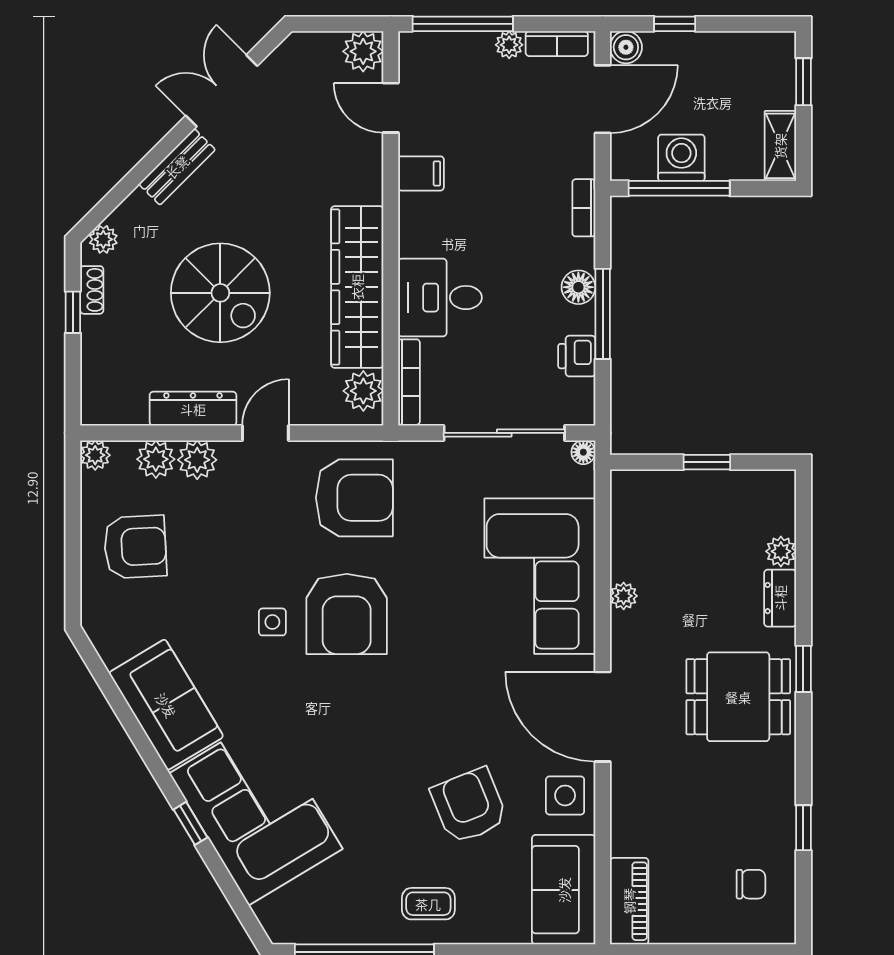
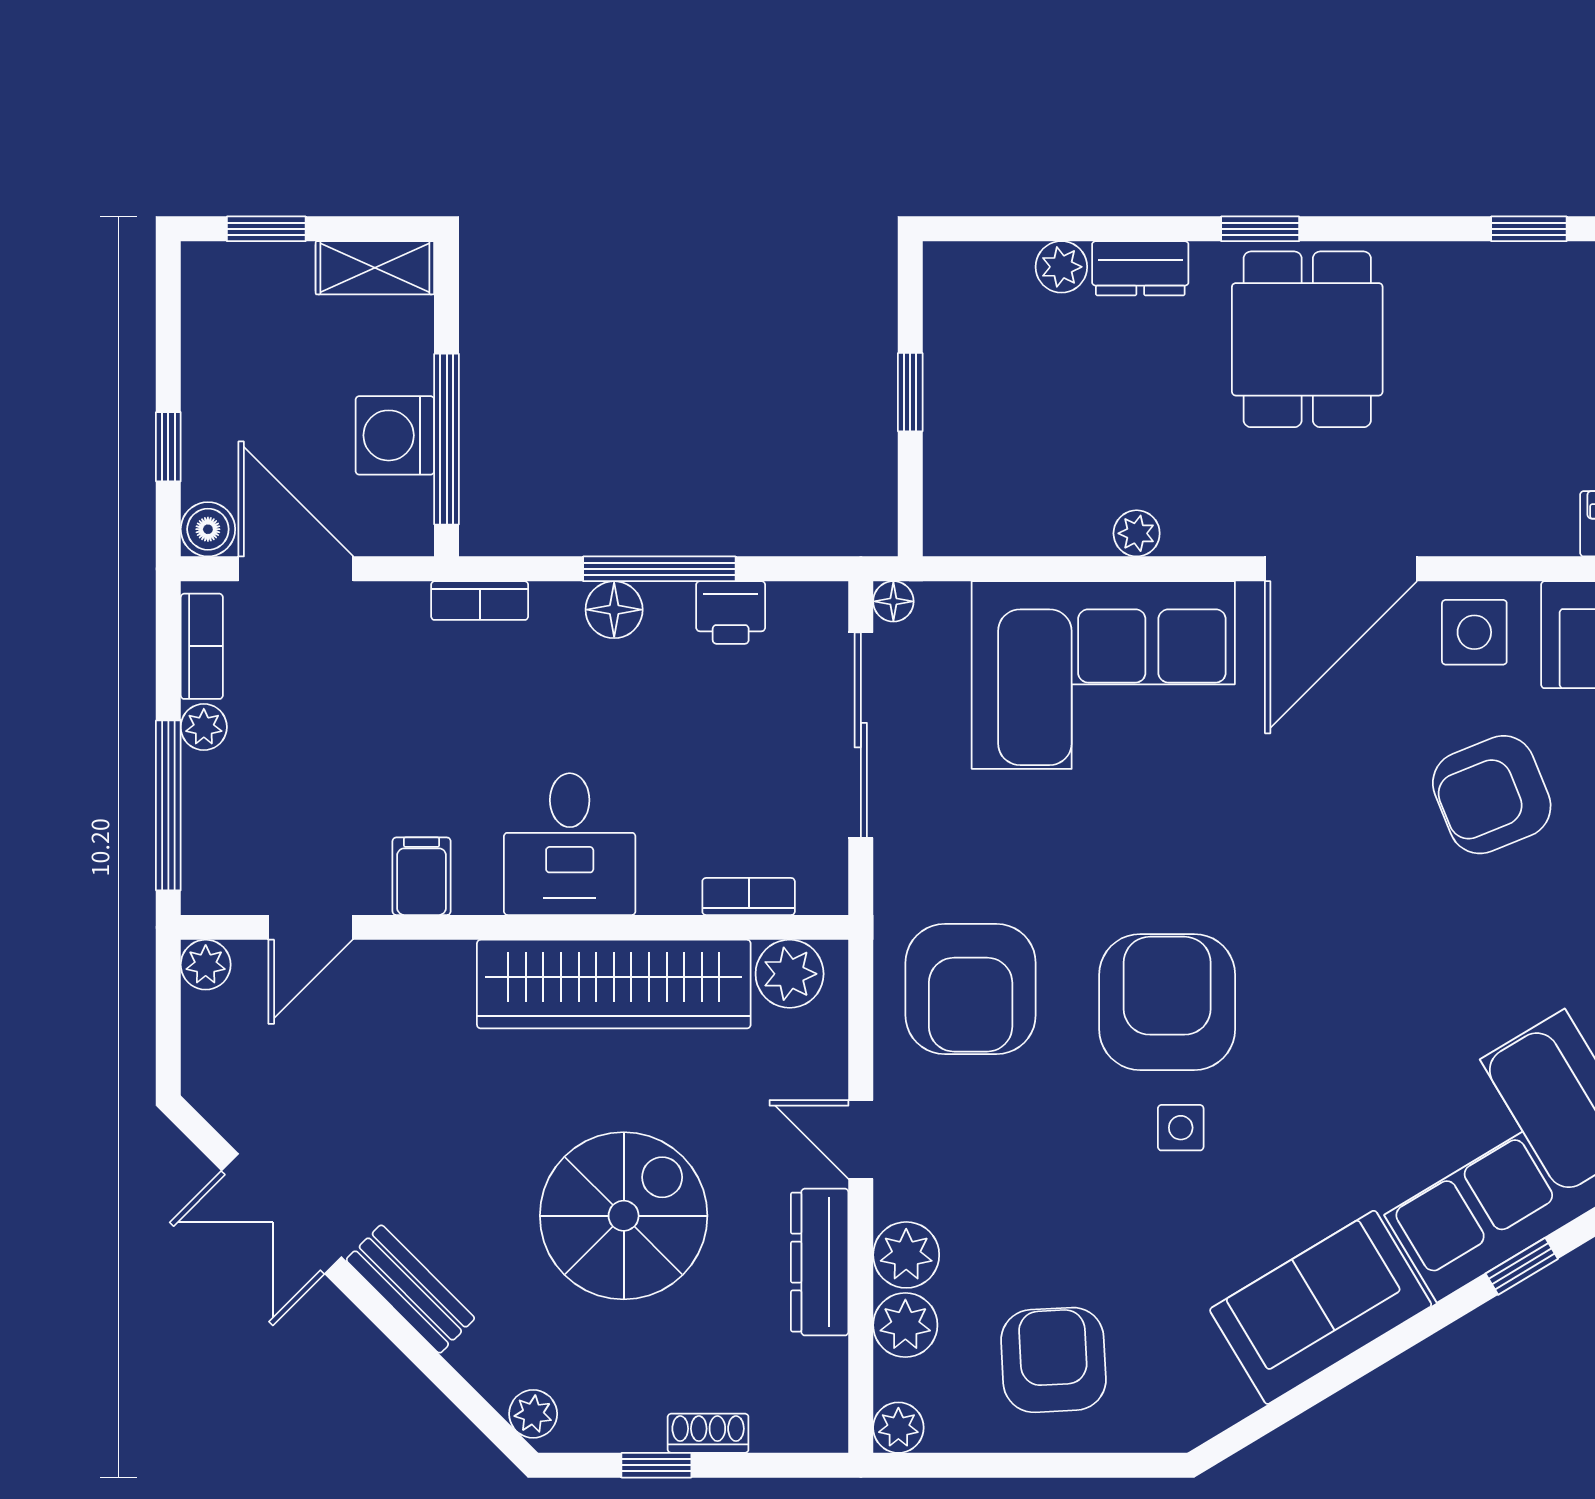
plant: (363, 51) -> (206, 965), width x0.73, depth x0.73
shoe rack: (92, 290) -> (708, 1433), moved
desk: (440, 298) -> (570, 844), moved
bookcase: (409, 382) -> (749, 896), width x0.64
armchair: (354, 498) -> (971, 989), turned 180
armchair: (347, 614) -> (1167, 1002), turned -90

